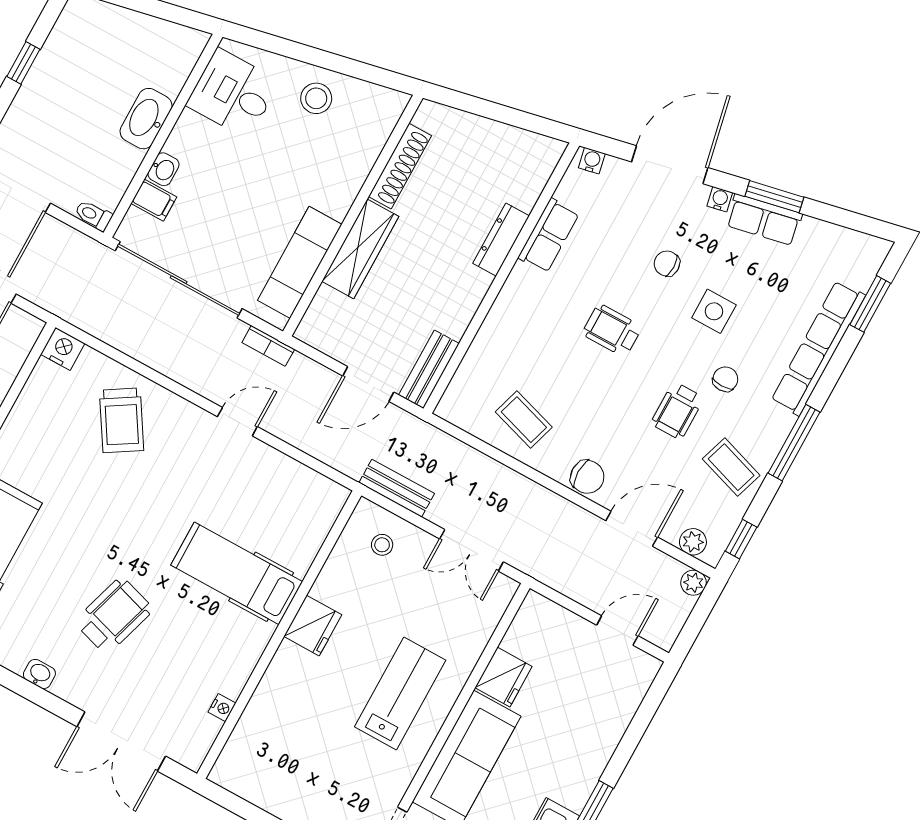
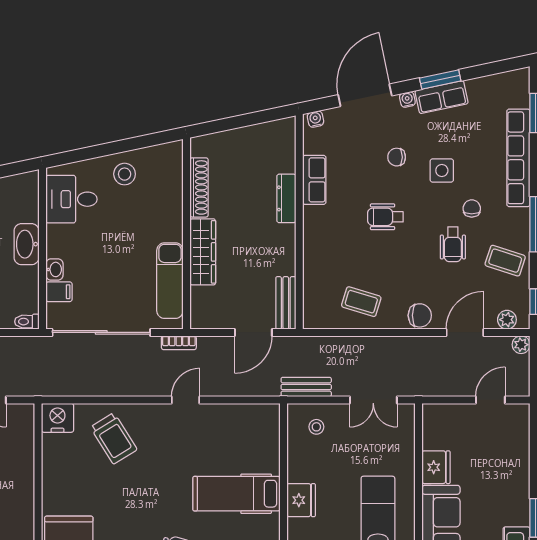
nightstand: (63, 349) -> (57, 418), width x1.36, depth x1.33

